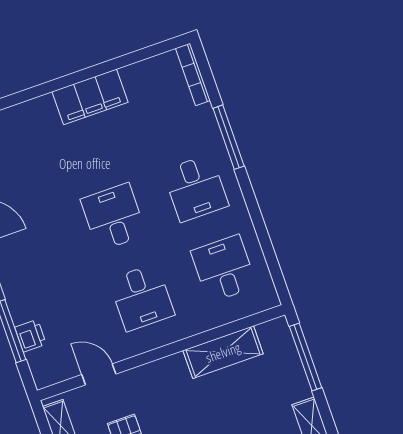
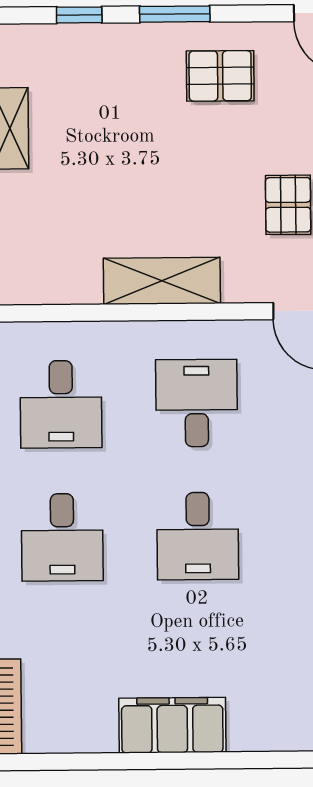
desk: (196, 188) -> (62, 537), turned 180
shelving: (223, 352) -> (162, 281), moved

